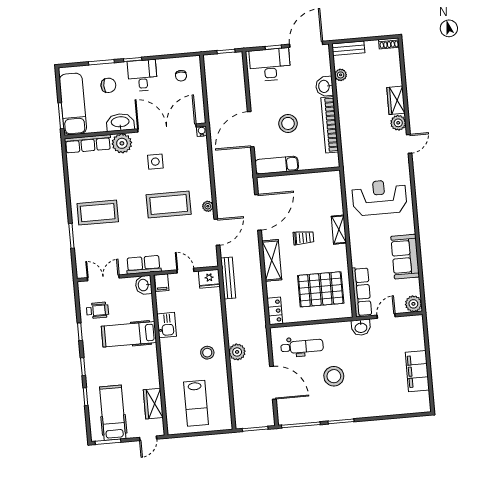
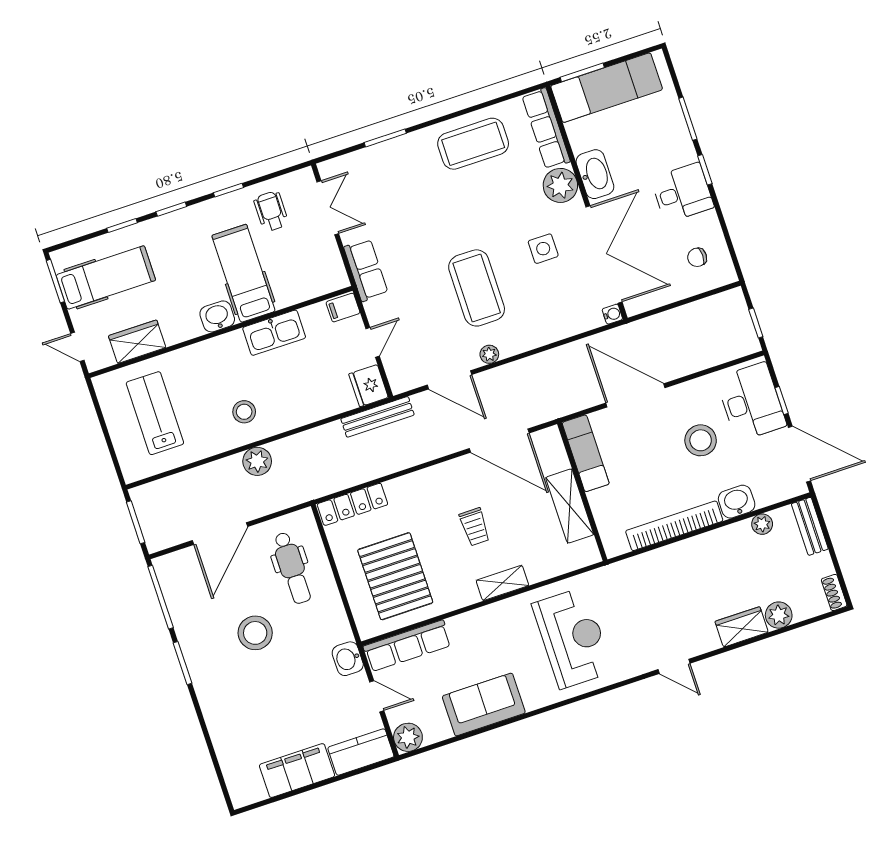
chair: (108, 85) -> (652, 140), removed
stool: (288, 123) -> (701, 440), moved
plant: (398, 123) -> (779, 615), moved
coffee table: (98, 213) -> (473, 144), moved, turned 90
shelving: (272, 260) -> (570, 506), moved, turned 90
washbasin: (144, 285) -> (217, 316), moved
wheelchair: (97, 310) -> (271, 211), turned 180
locker: (275, 311) -> (352, 504), width x1.53
kitchen sink: (167, 325) -> (274, 333), width x1.38
kitchen counter: (415, 332) -> (361, 752), added
lab bench: (196, 403) -> (155, 413), turned 90

